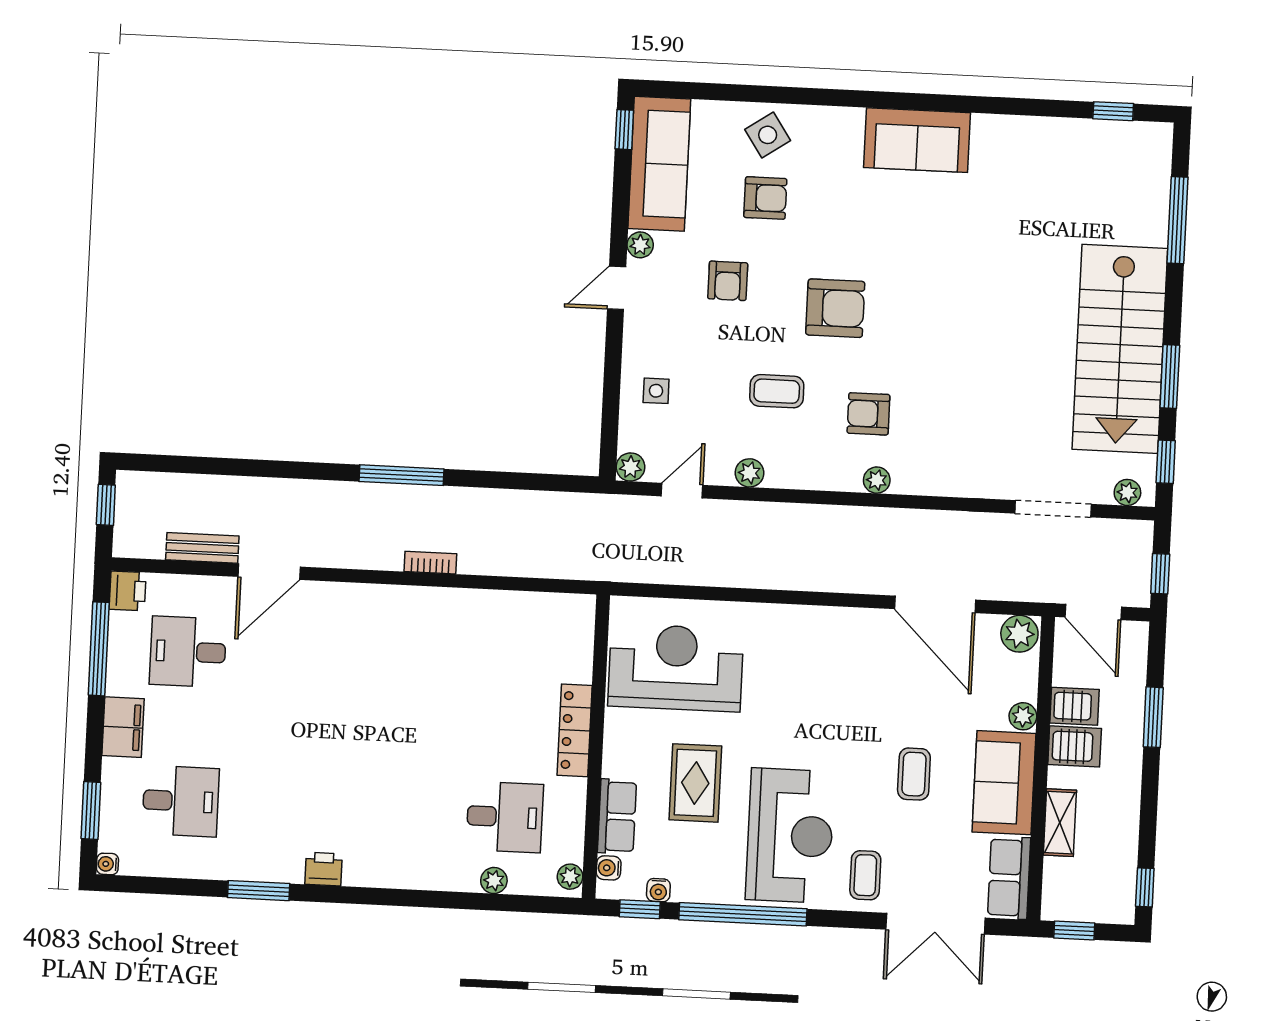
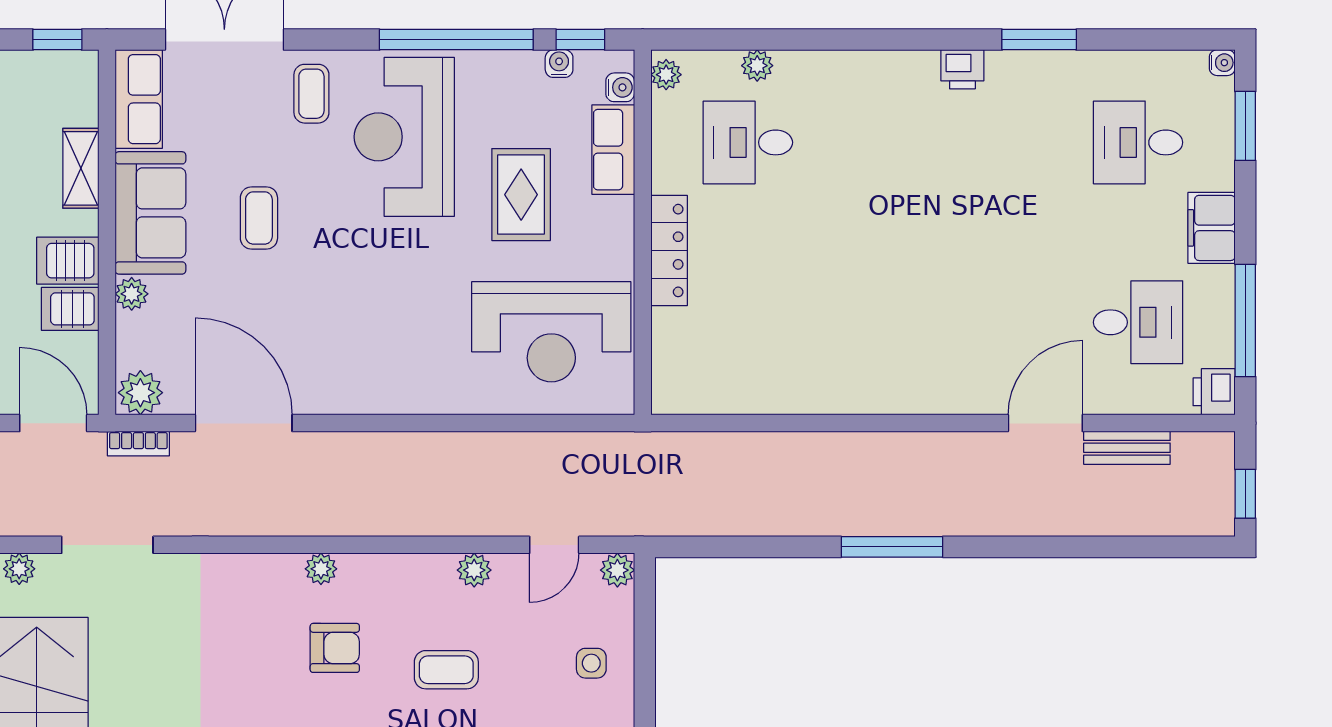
bookcase: (430, 563) -> (138, 444), moved

